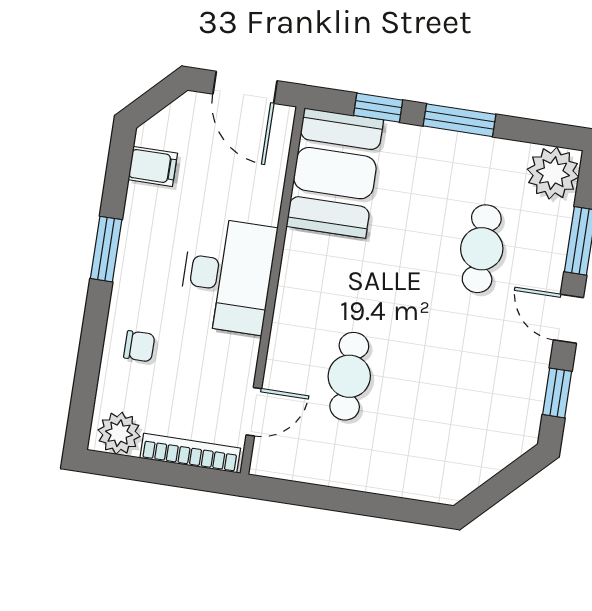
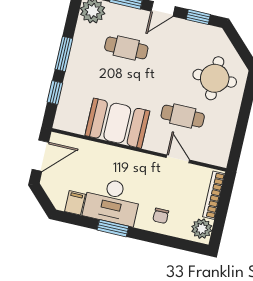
booth: (335, 173) -> (117, 123), moved
desk: (228, 275) -> (112, 201), moved, turned 180
chair: (139, 346) -> (161, 216), turned 180
door: (254, 412) -> (178, 159), moved
round table: (433, 437) -> (215, 78), added

